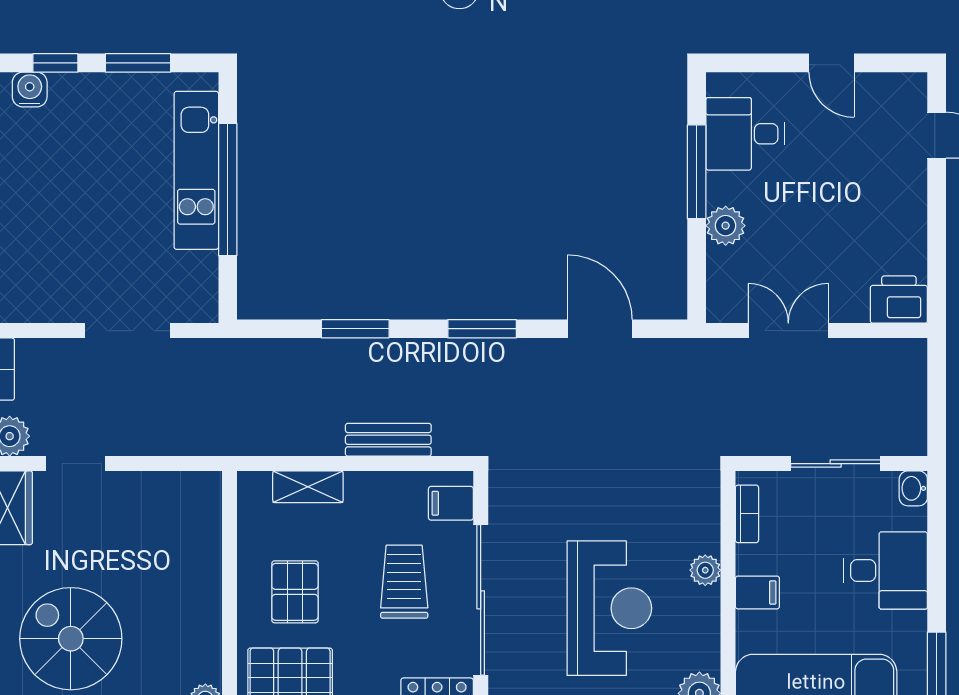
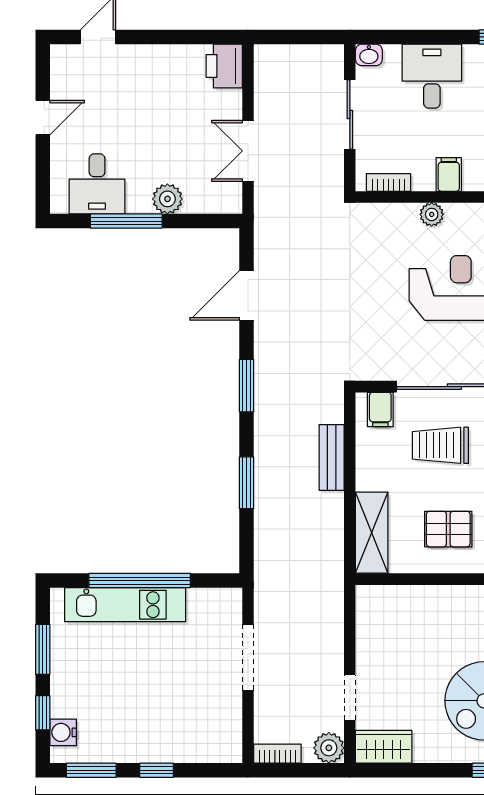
shelving: (308, 487) -> (372, 533), width x1.50, depth x1.33

